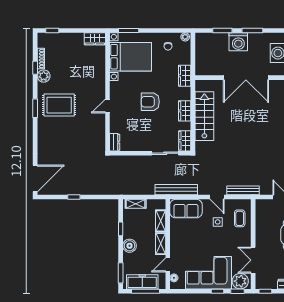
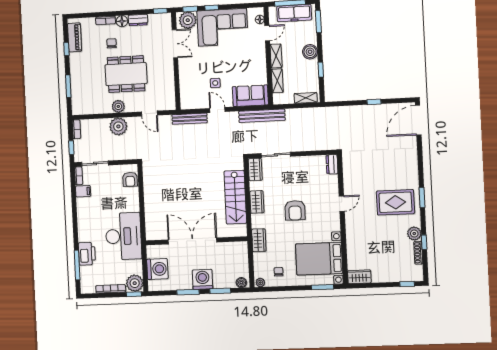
boiler: (203, 37) -> (241, 283), added
armchair: (150, 102) -> (295, 210), turned 90
coffee table: (240, 218) -> (192, 88), removed

